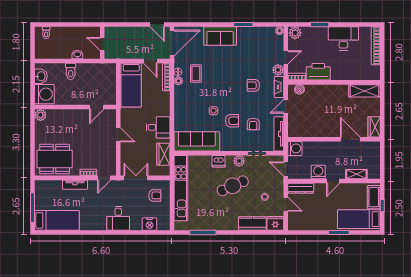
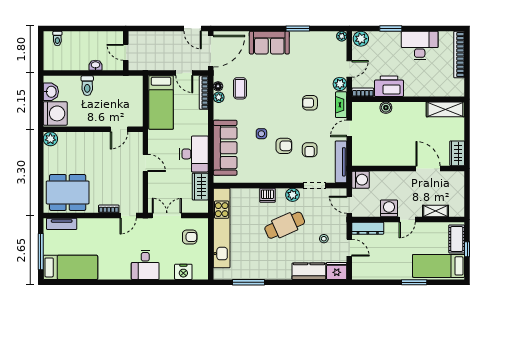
boiler: (299, 89) -> (386, 108), moved
desk: (158, 127) -> (194, 154), width x1.37
sofa: (197, 141) -> (225, 148), moved, turned 90
tv unit: (75, 185) -> (62, 224), moved

